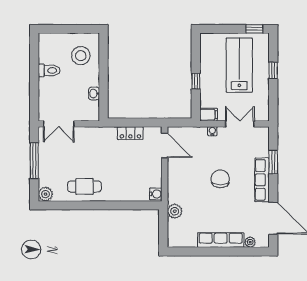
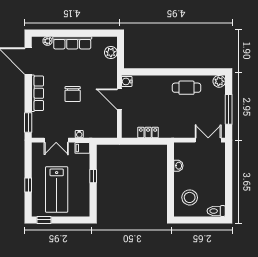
toilet: (49, 70) -> (216, 211), moved
door: (165, 145) -> (119, 99), moved
window: (273, 162) -> (28, 123), moved
plant: (175, 211) -> (111, 52), moved

